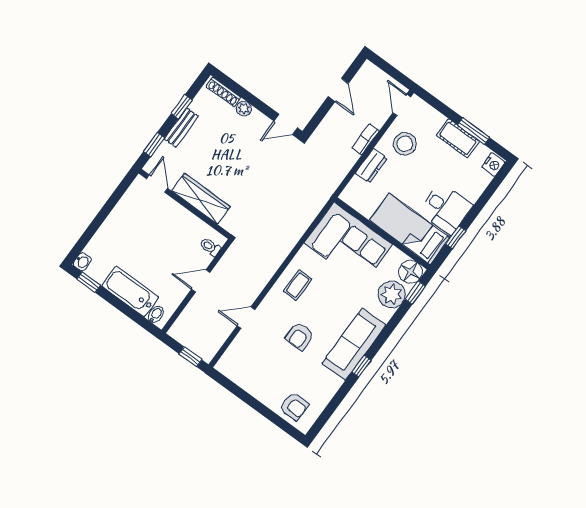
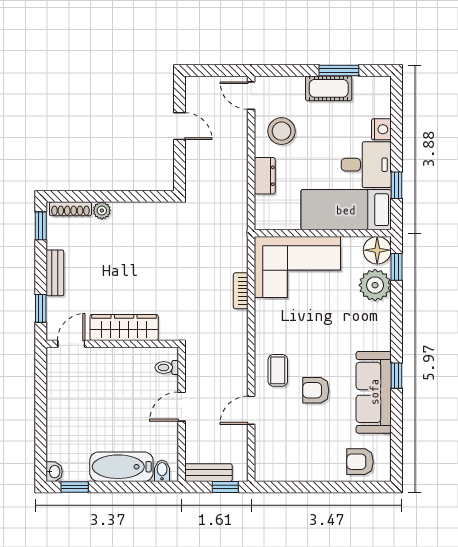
window: (182, 107) -> (41, 226), moved
door: (286, 124) -> (153, 196), removed
bookcase: (366, 139) -> (241, 291), moved
nightstand: (493, 165) -> (381, 129), moved
door: (157, 184) -> (71, 344), hinge flipped
coffee table: (298, 285) -> (278, 370), moved
armchair: (300, 336) -> (316, 390), turned 90
bench: (186, 339) -> (209, 473), added
sofa: (354, 344) -> (374, 392), moved
armchair: (294, 406) -> (360, 462), turned 180

